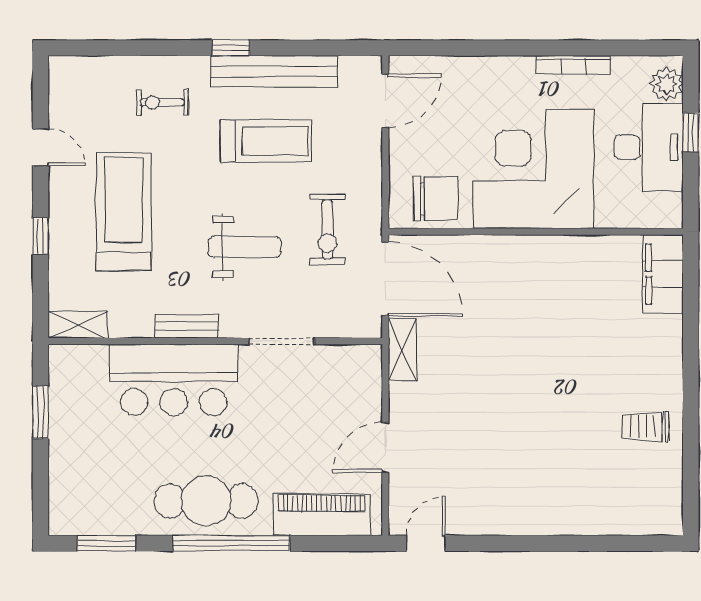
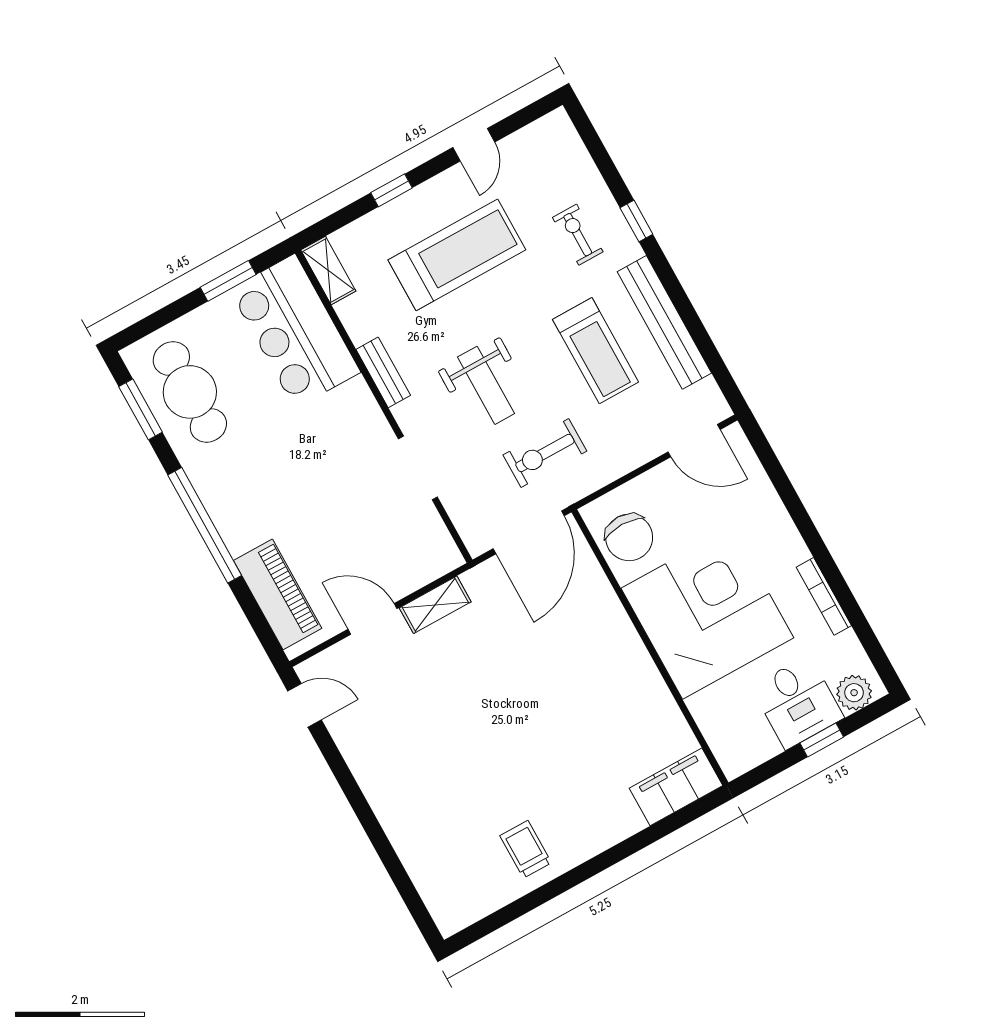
window: (231, 48) -> (636, 221), moved
desk: (649, 147) -> (797, 702), width x0.73
shelving: (402, 350) -> (435, 605), moved
bar counter: (174, 380) -> (295, 331), moved
cafe table: (206, 501) -> (190, 392), moved

